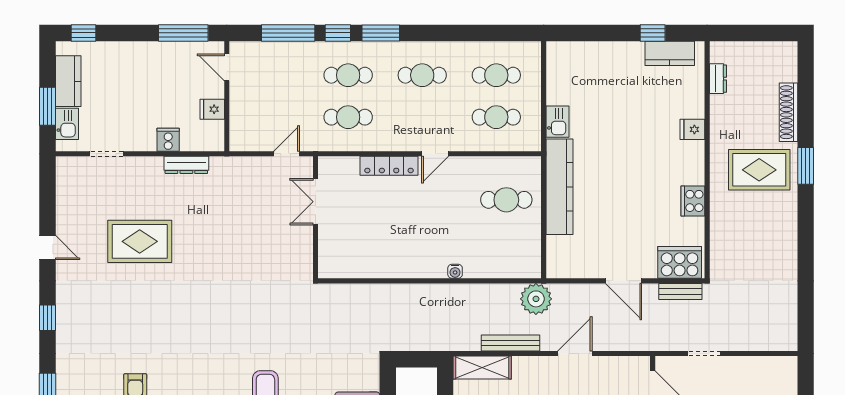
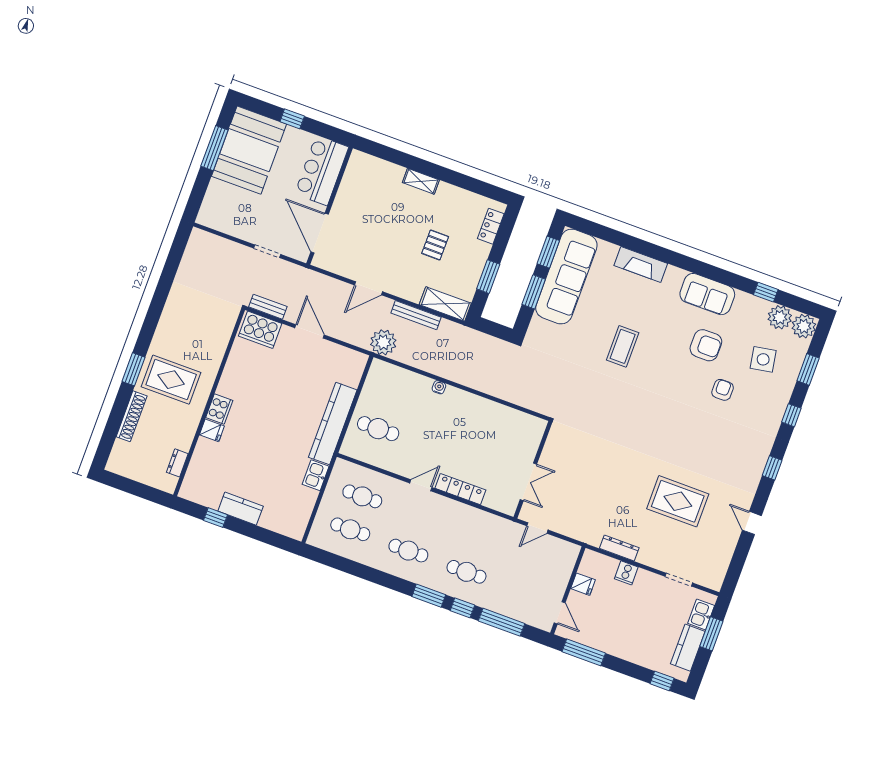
kitchen counter: (670, 53) -> (241, 509), moved
cafe table: (348, 117) -> (479, 539), removed
cooker: (693, 201) -> (219, 409), moved

